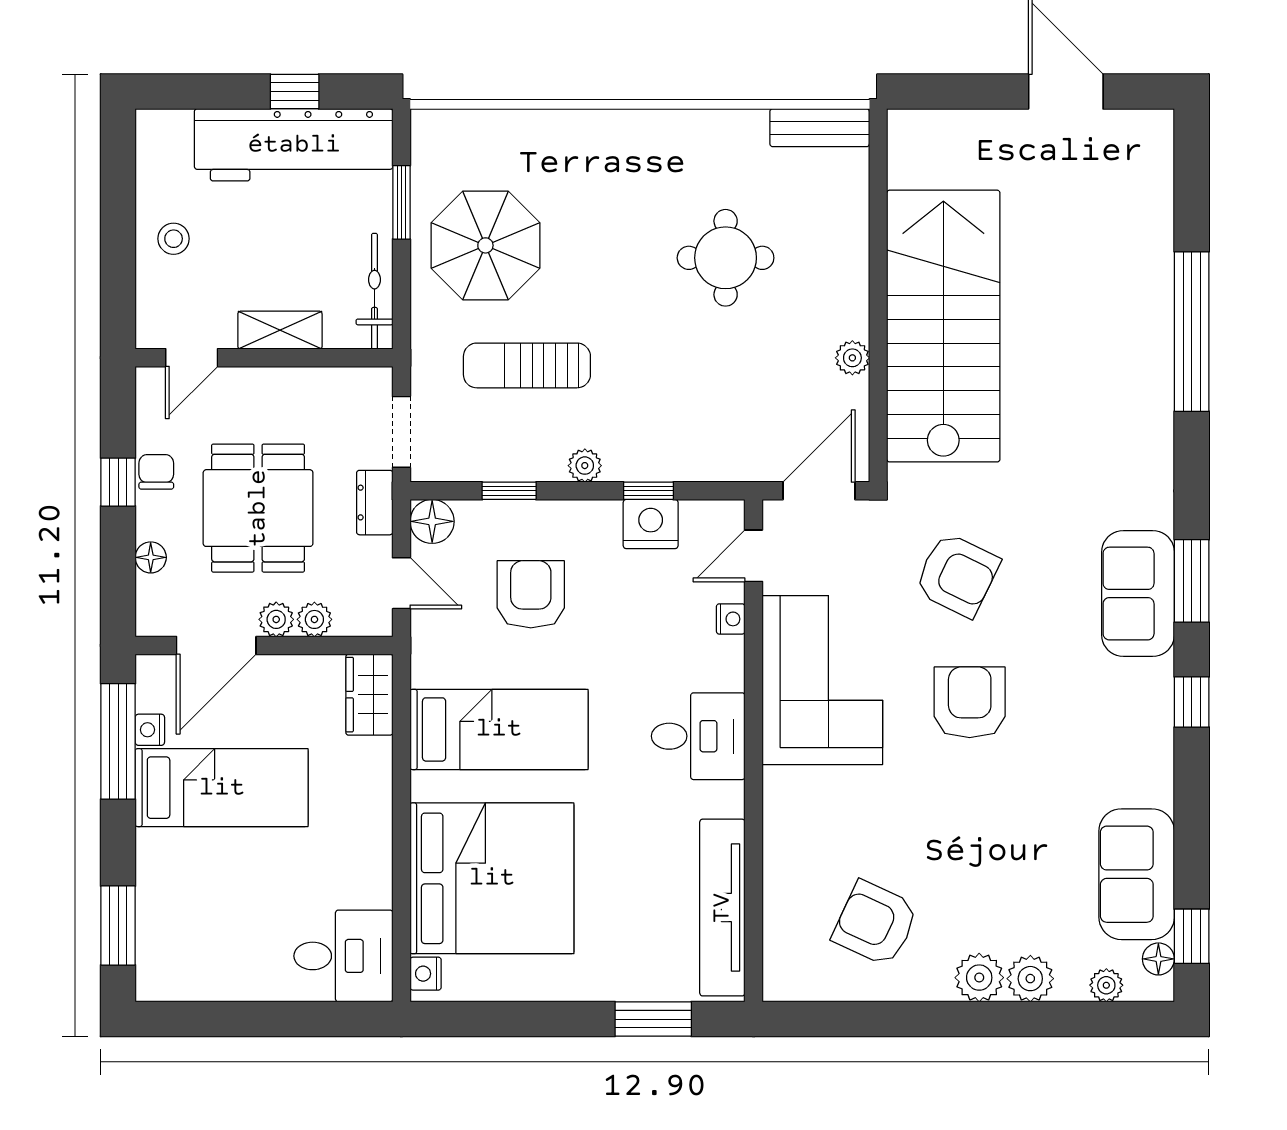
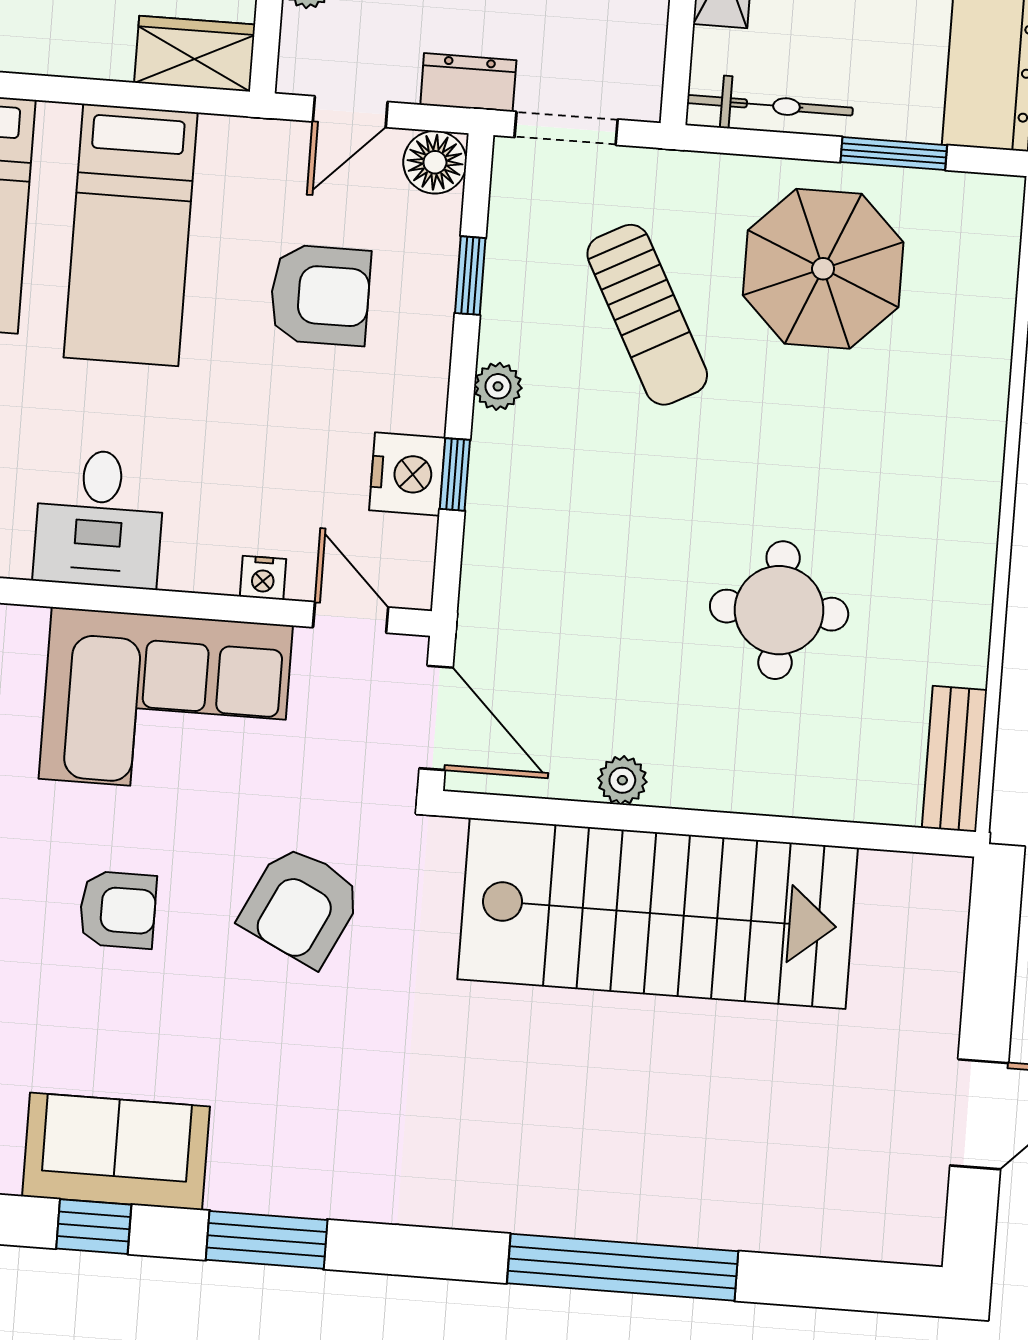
sun lounger: (527, 365) -> (647, 315), turned 152
sofa: (1138, 594) -> (116, 1151), moved
armchair: (970, 702) -> (118, 910), width x0.72, depth x0.72

